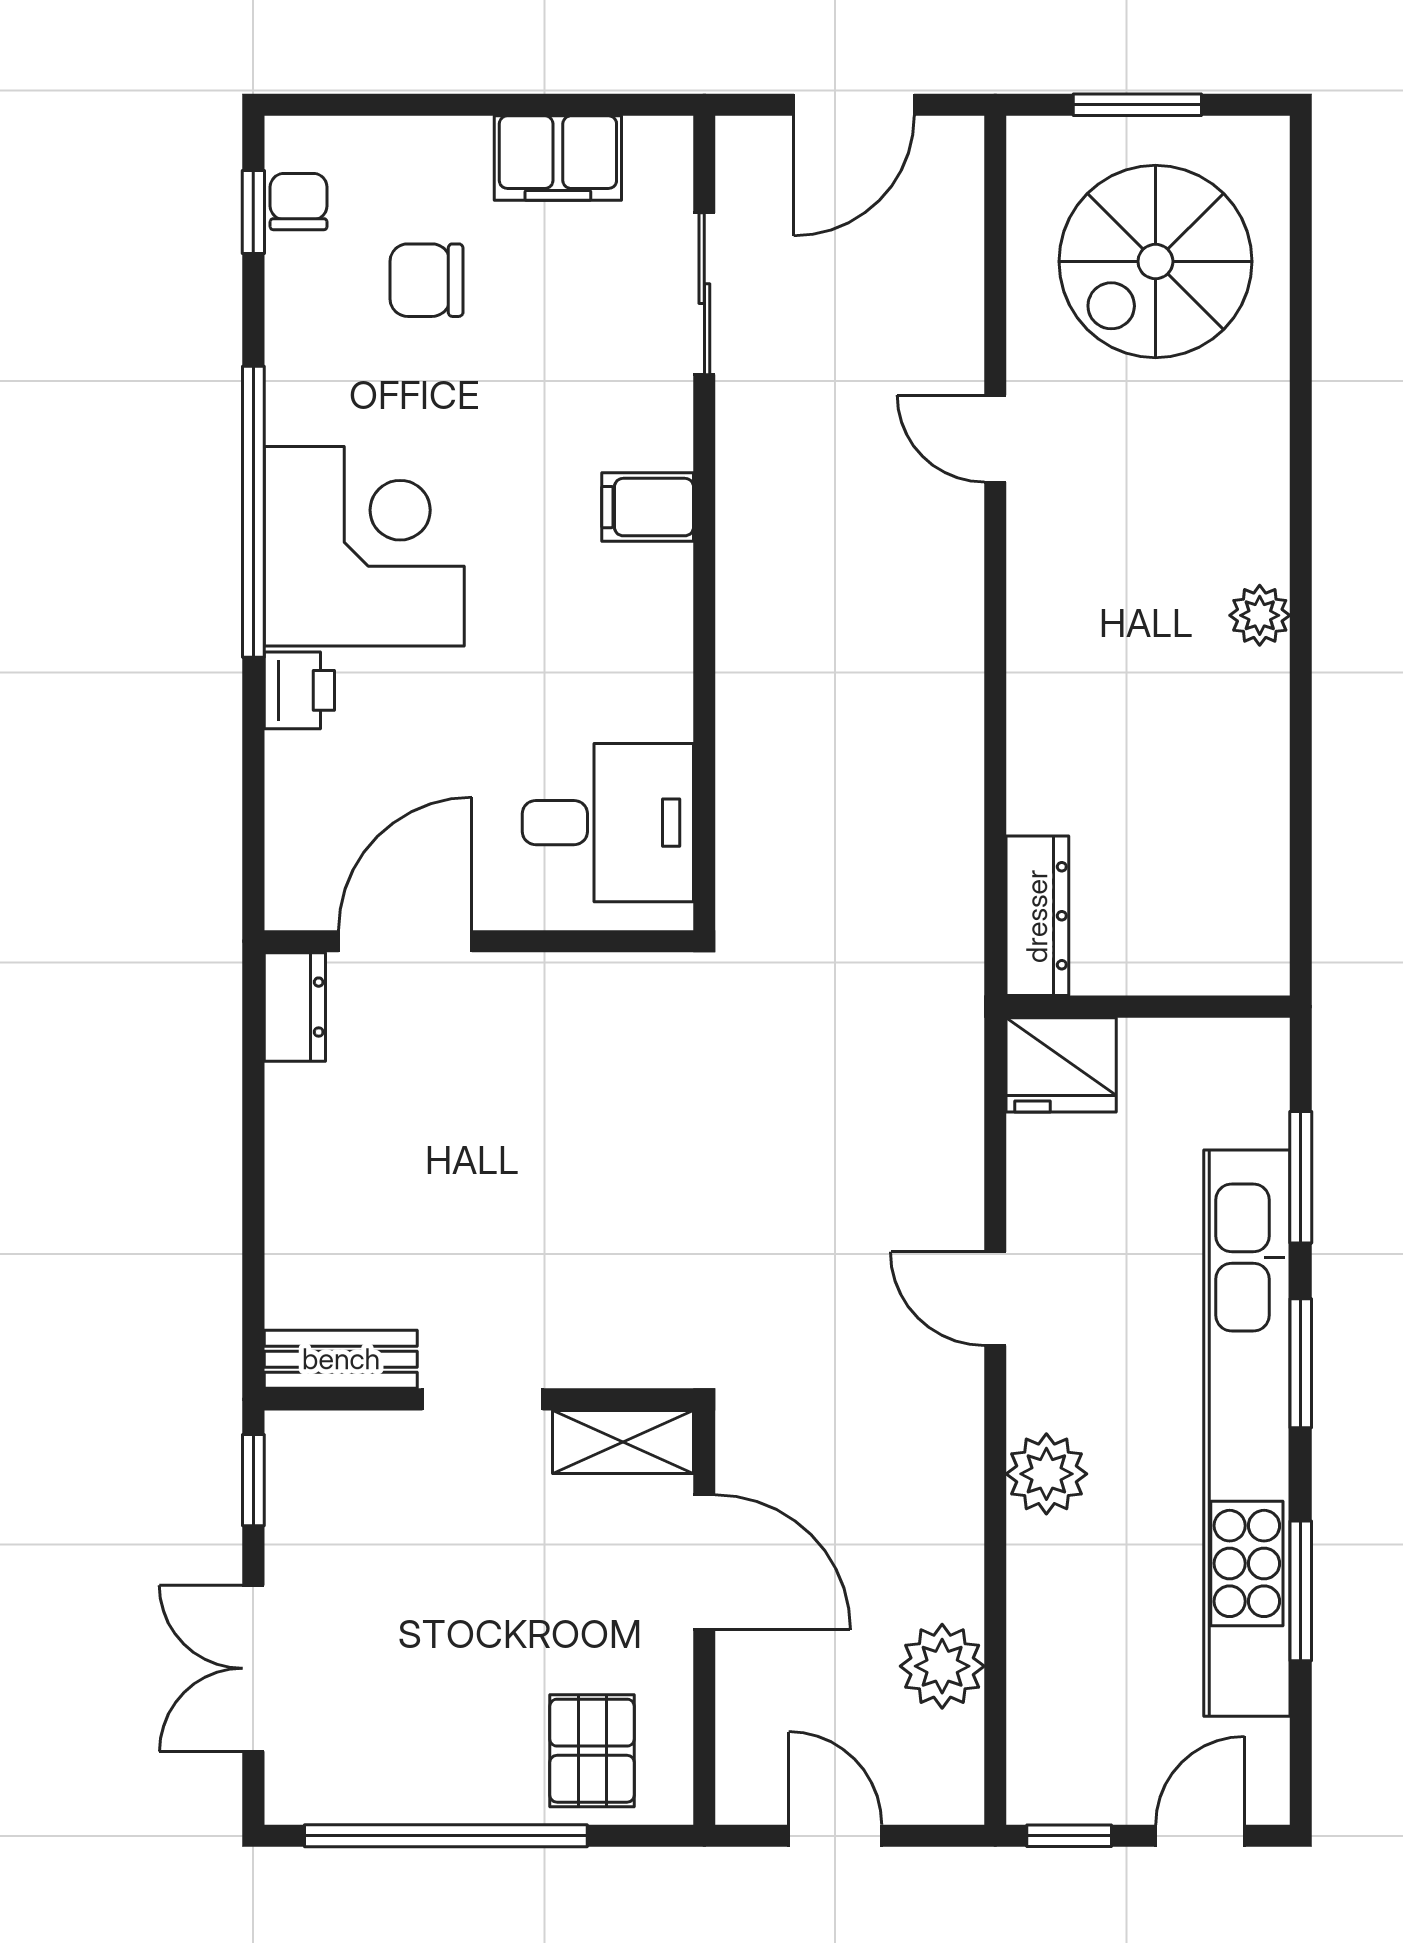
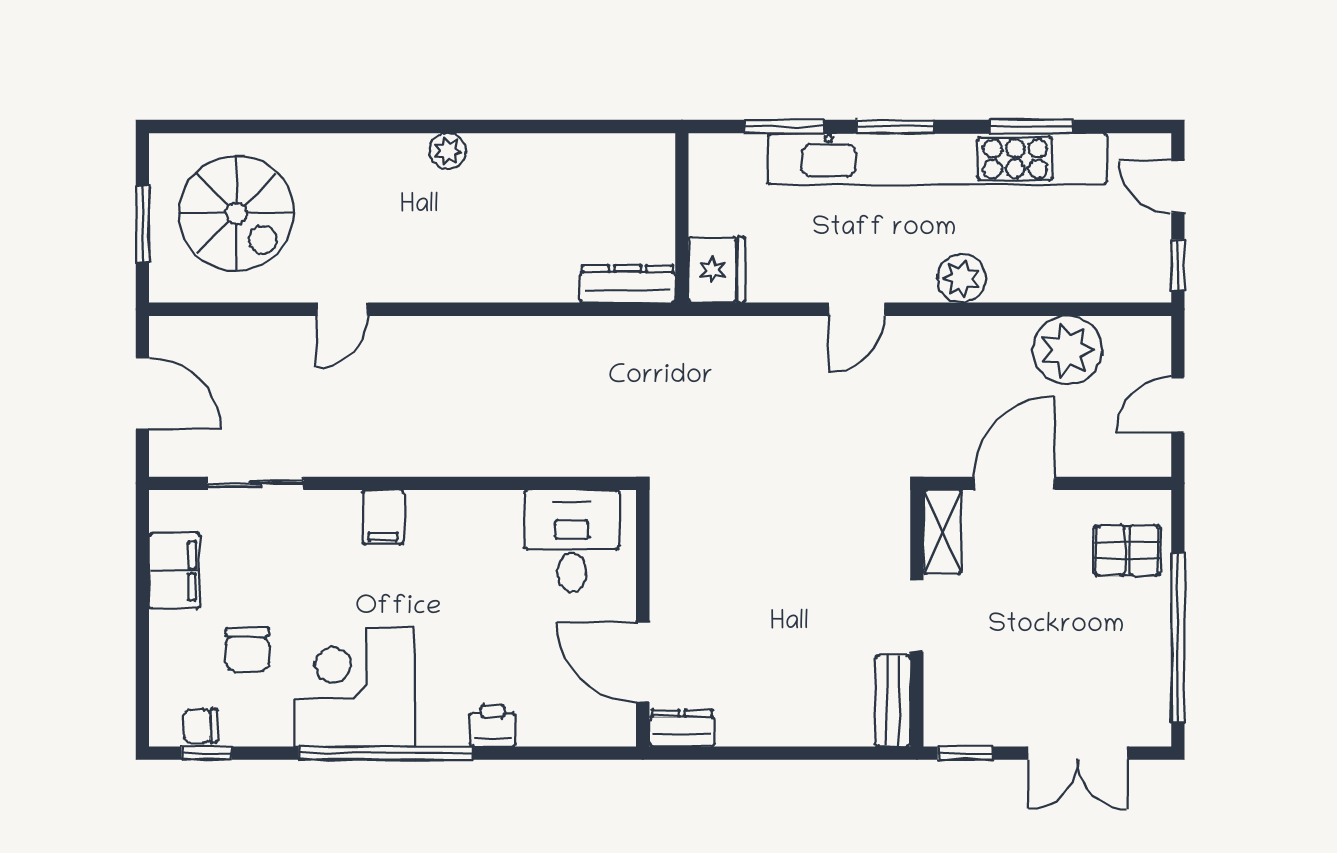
corner desk: (364, 546) -> (355, 687), moved
plant: (942, 1666) -> (1067, 350), width x1.36, depth x1.36

